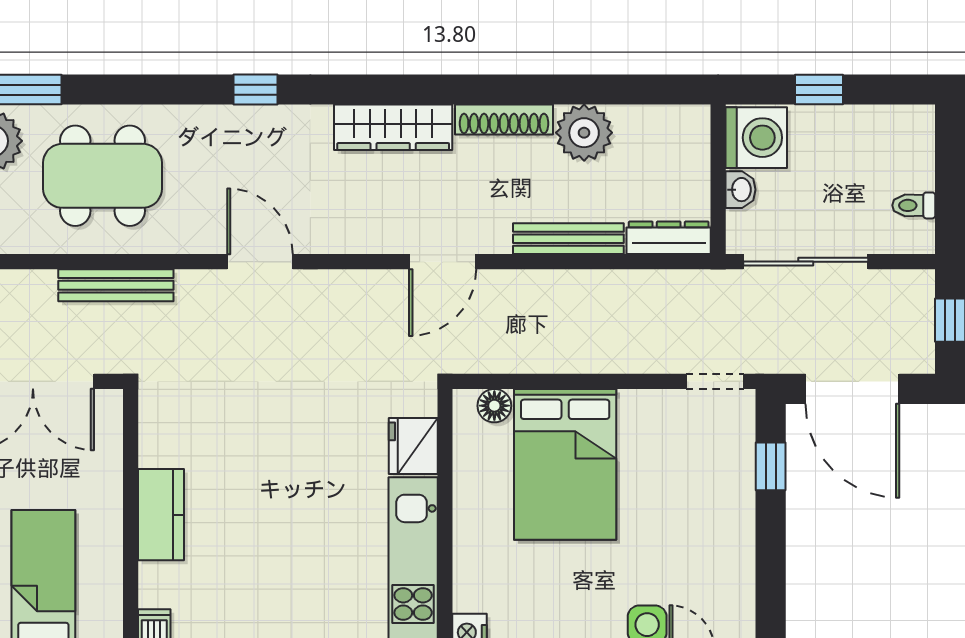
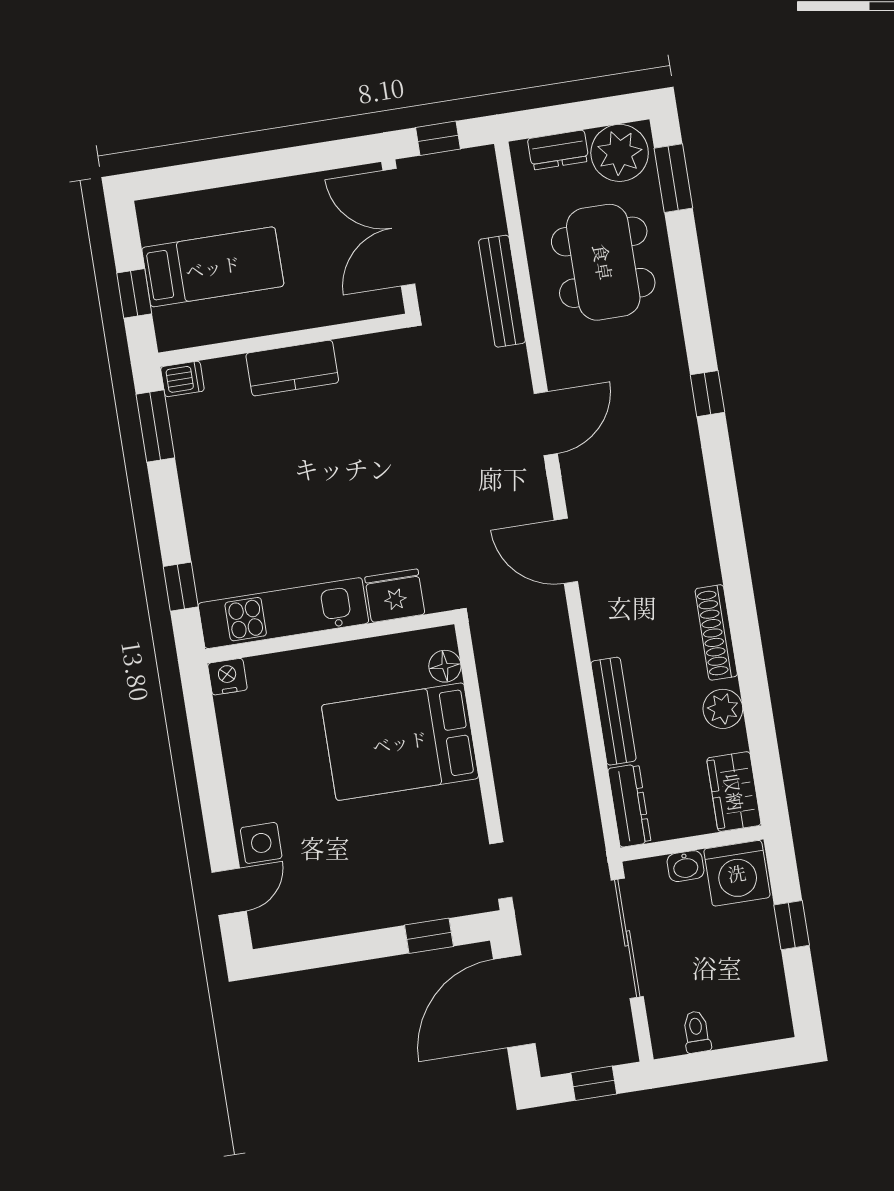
wardrobe: (393, 127) -> (734, 792), moved, width x0.67
plant: (584, 133) -> (723, 709), width x0.73, depth x0.73
door: (443, 262) -> (566, 551), moved

